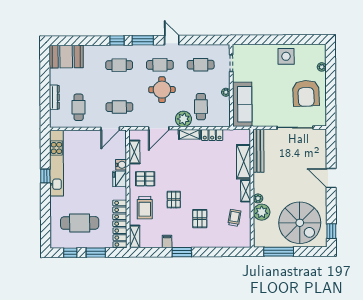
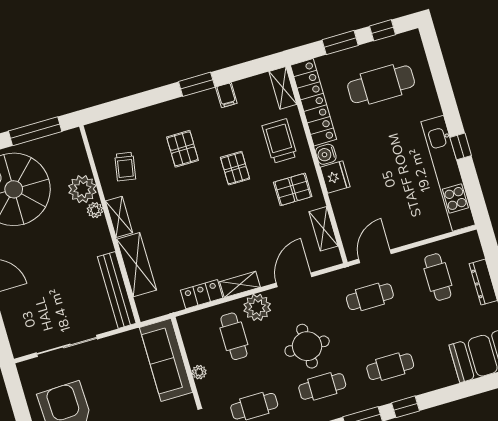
water cooler: (121, 165) -> (326, 154), moved

